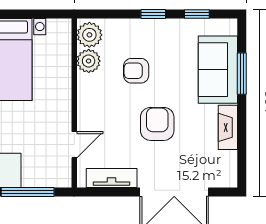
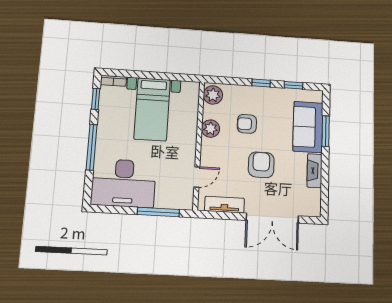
plant: (89, 61) -> (211, 129), moved

